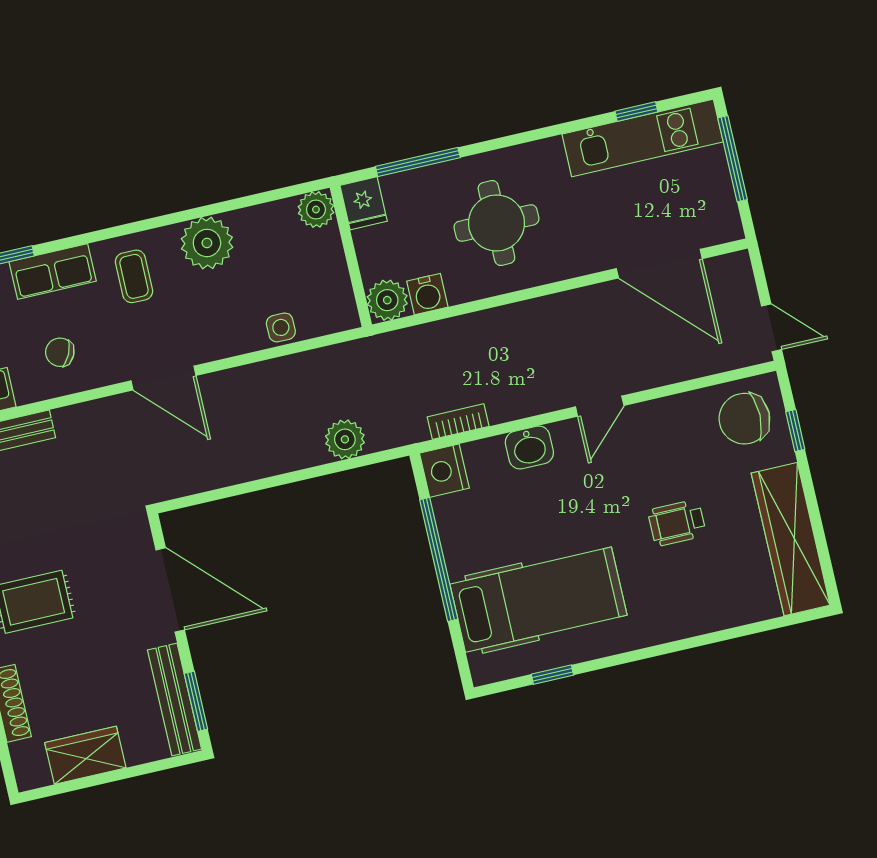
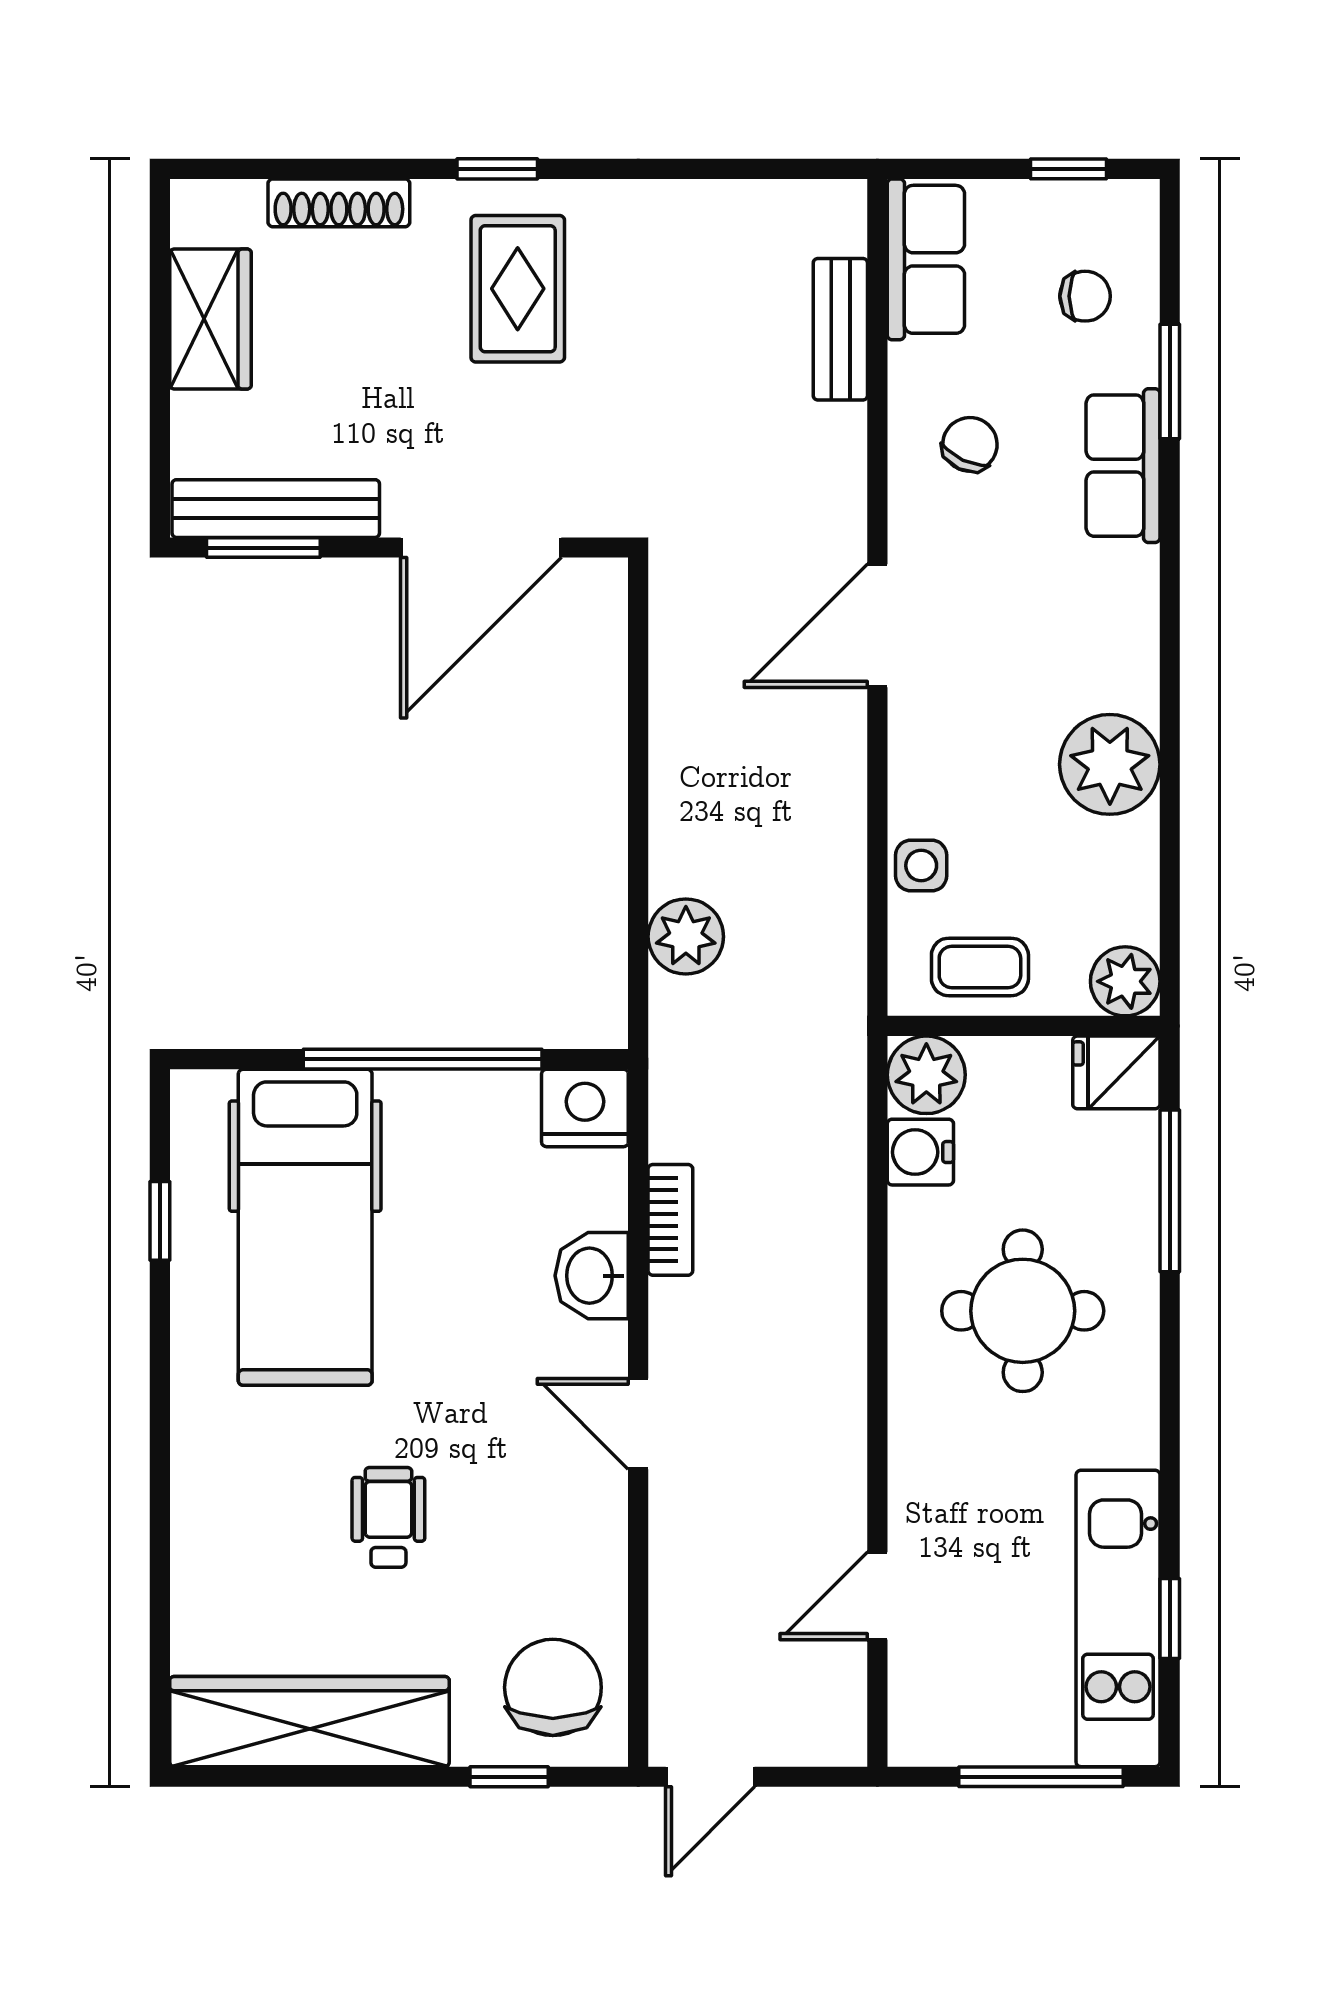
door: (659, 264) -> (877, 1596), width x0.53
coffee table: (134, 276) -> (980, 967), moved
bookcase: (458, 422) -> (670, 1220), moved

